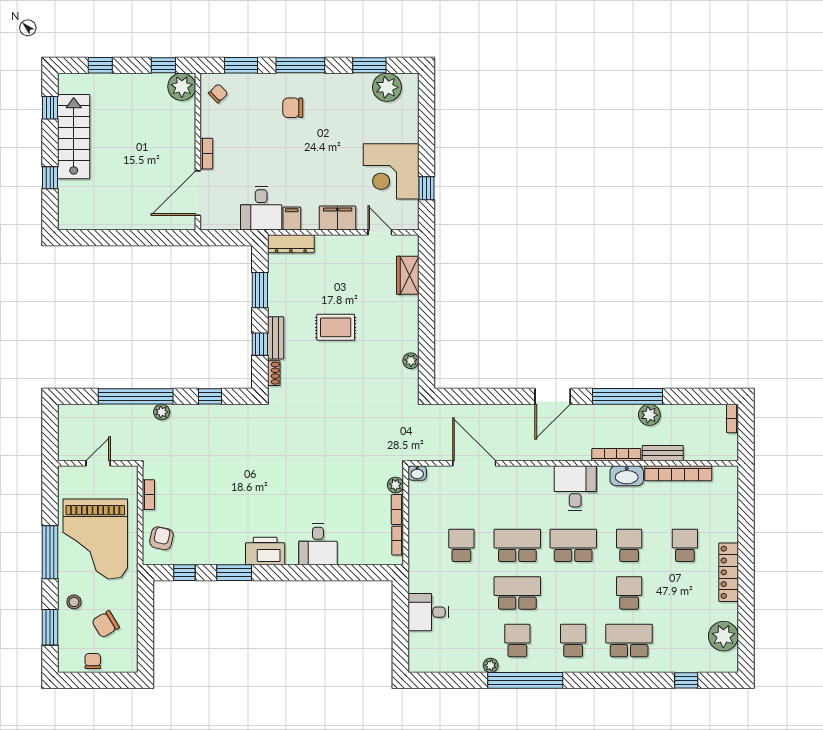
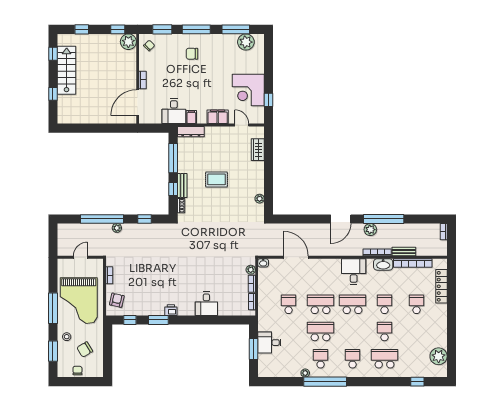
window: (369, 65) -> (236, 29), width x1.44
window: (260, 290) -> (173, 158), width x1.44
plant: (649, 415) -> (370, 230), moved
printer: (265, 551) -> (171, 310), width x0.53, depth x0.68
locker: (729, 572) -> (441, 286), moved
window: (400, 623) -> (254, 349), added

